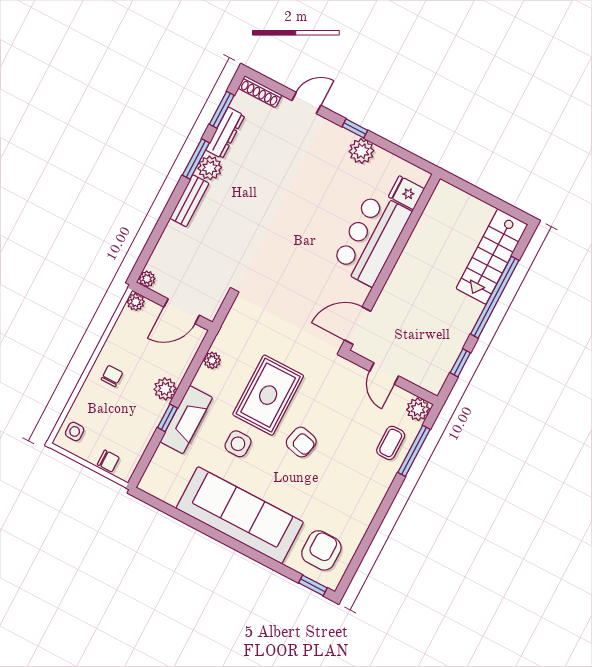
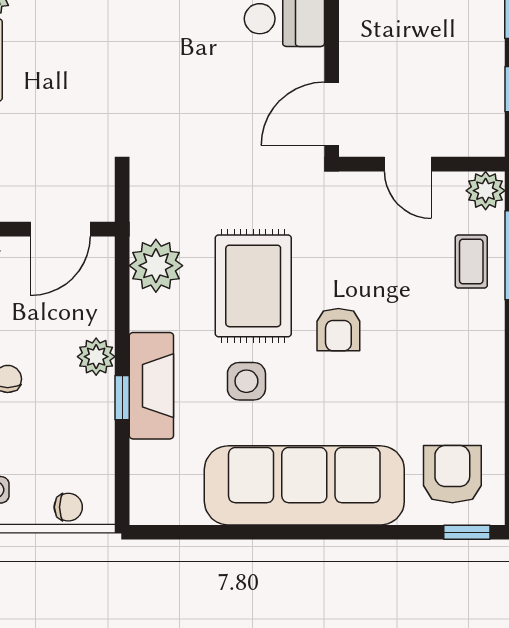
plant: (212, 360) -> (156, 266), width x1.88, depth x1.88
armchair: (301, 442) -> (338, 330), turned 77

